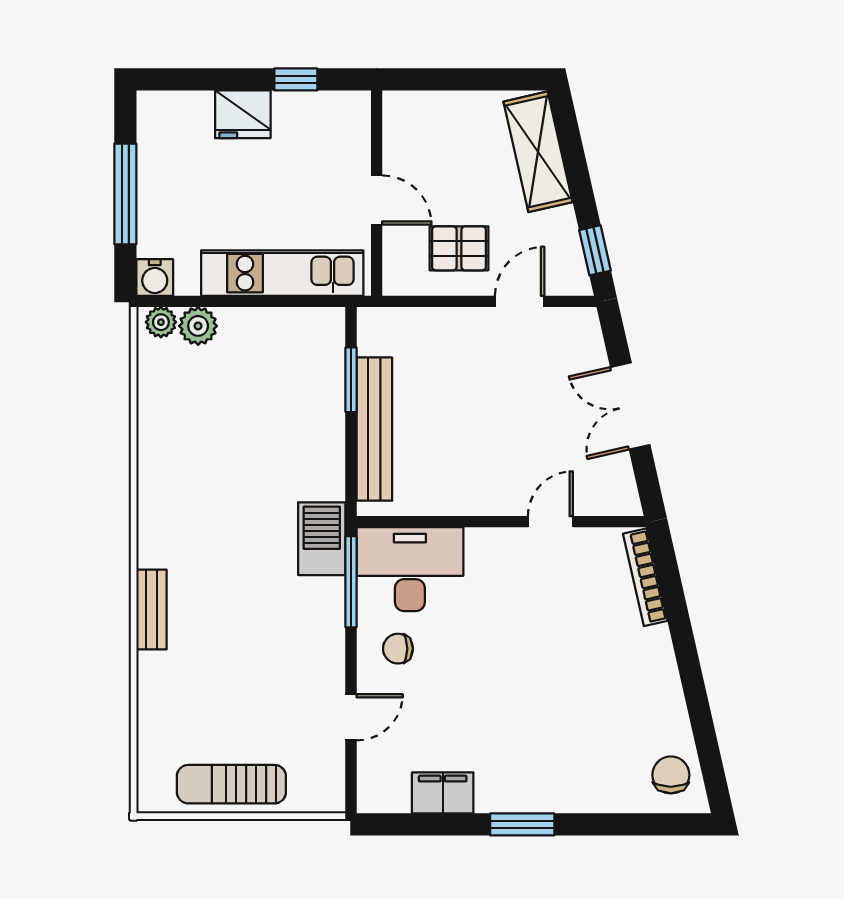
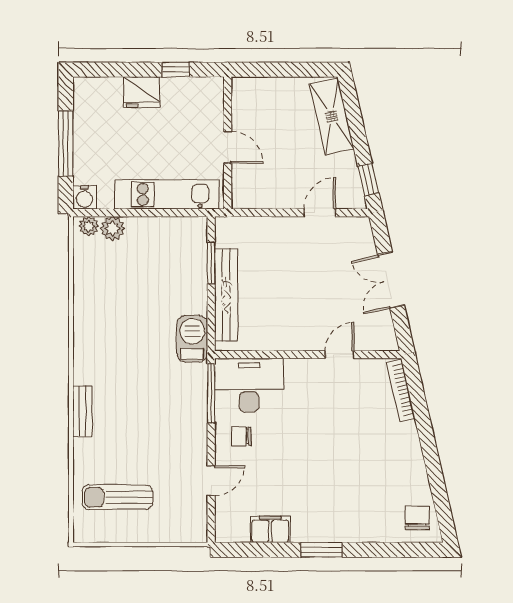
pallet: (459, 248) -> (281, 178), removed
barbecue: (322, 539) -> (192, 339), moved
sun lounger: (231, 784) -> (117, 497), moved

